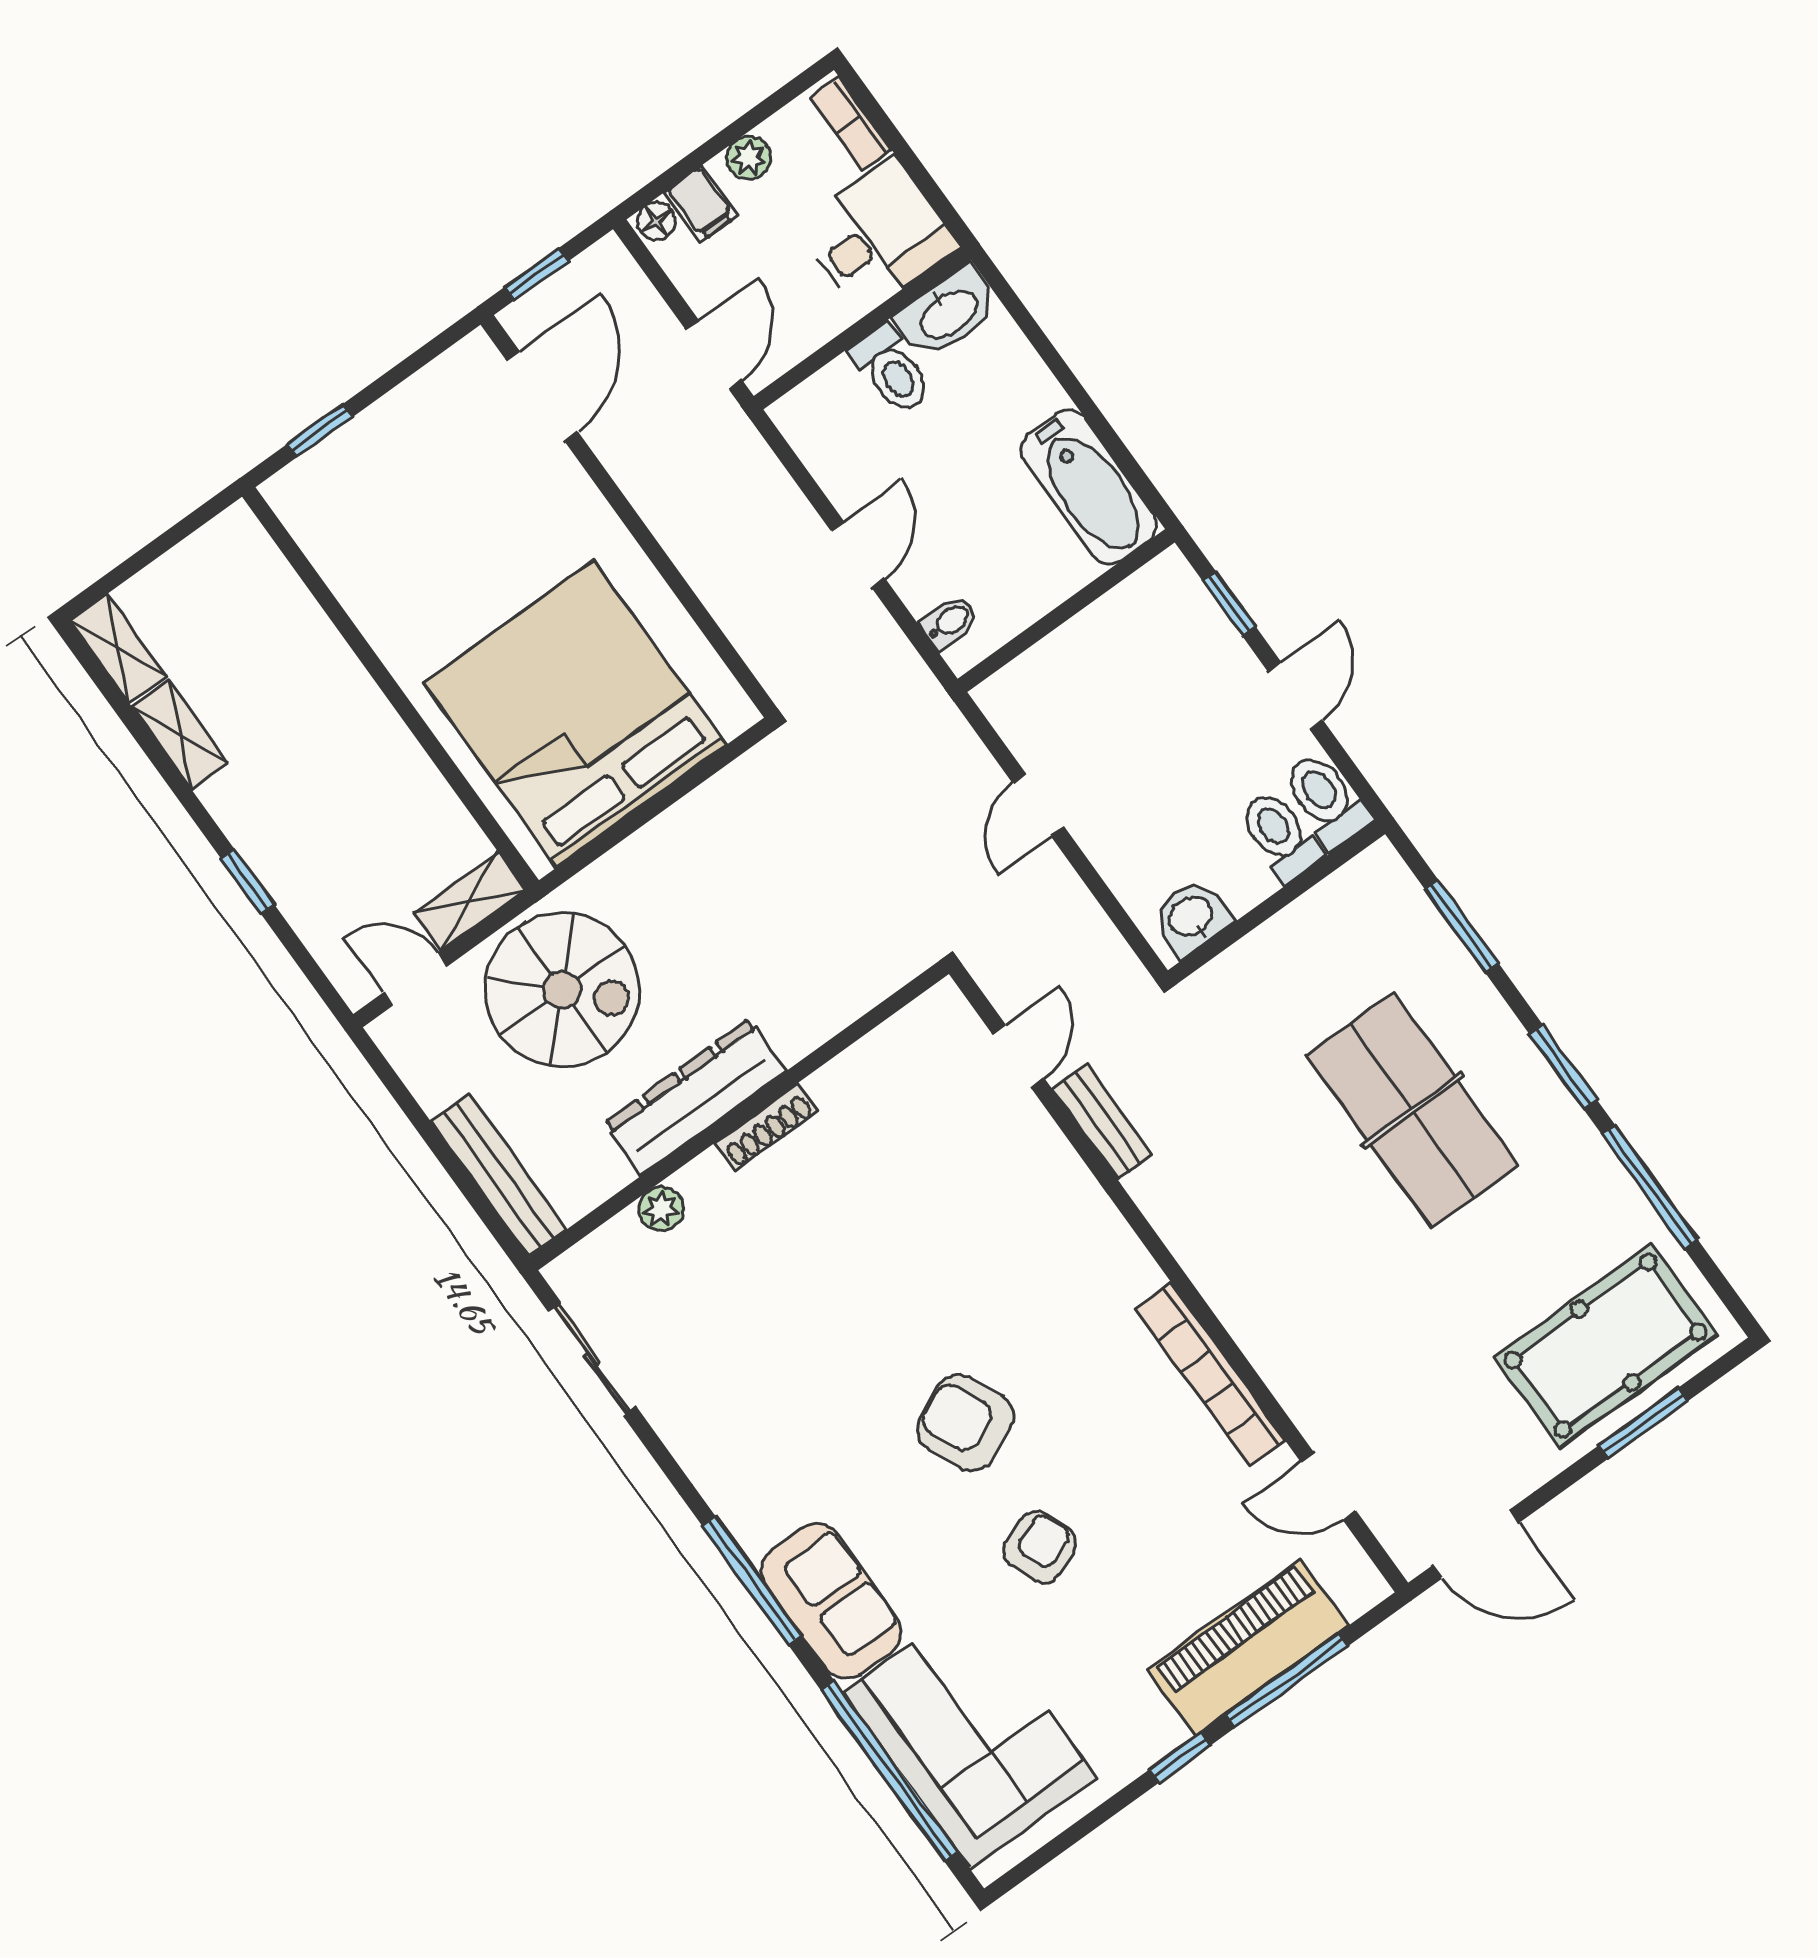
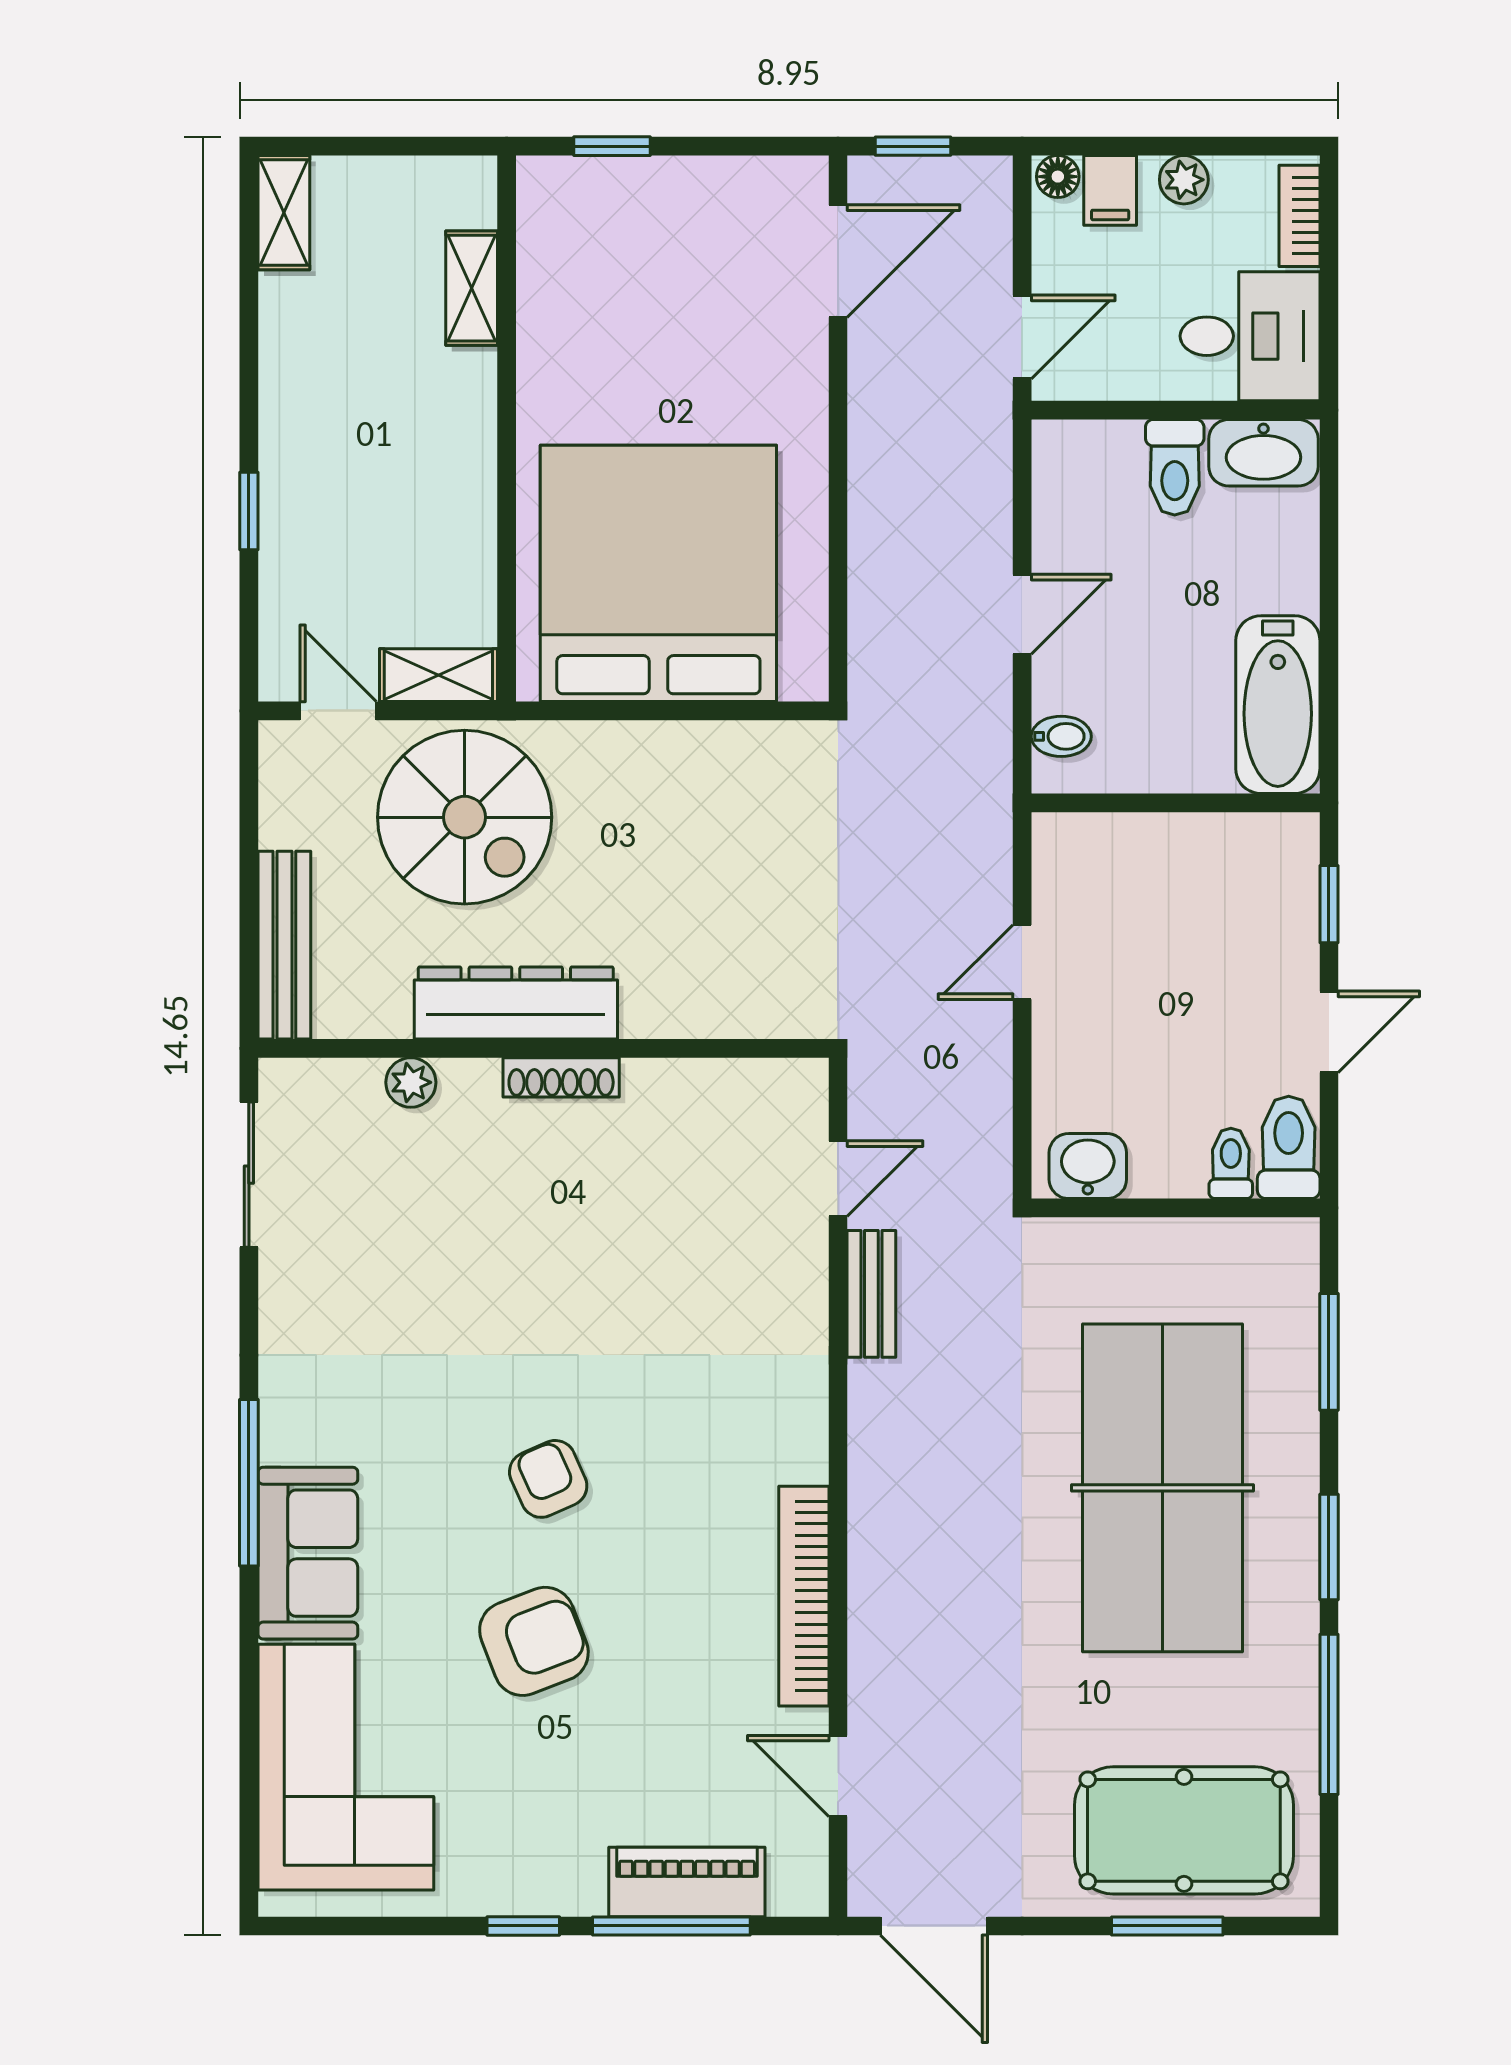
shelving: (180, 735) -> (472, 288), moved
toilet: (1280, 836) -> (1231, 1163), width x0.73, depth x0.72
table tennis table: (1412, 1110) -> (1163, 1488), width x1.36, depth x1.32
armchair: (966, 1423) -> (548, 1479), width x0.72, depth x0.72
armchair: (1040, 1547) -> (534, 1641), width x1.38, depth x1.38
piano: (1248, 1647) -> (687, 1882), width x0.73, depth x0.75
window: (889, 1771) -> (249, 1747), removed

